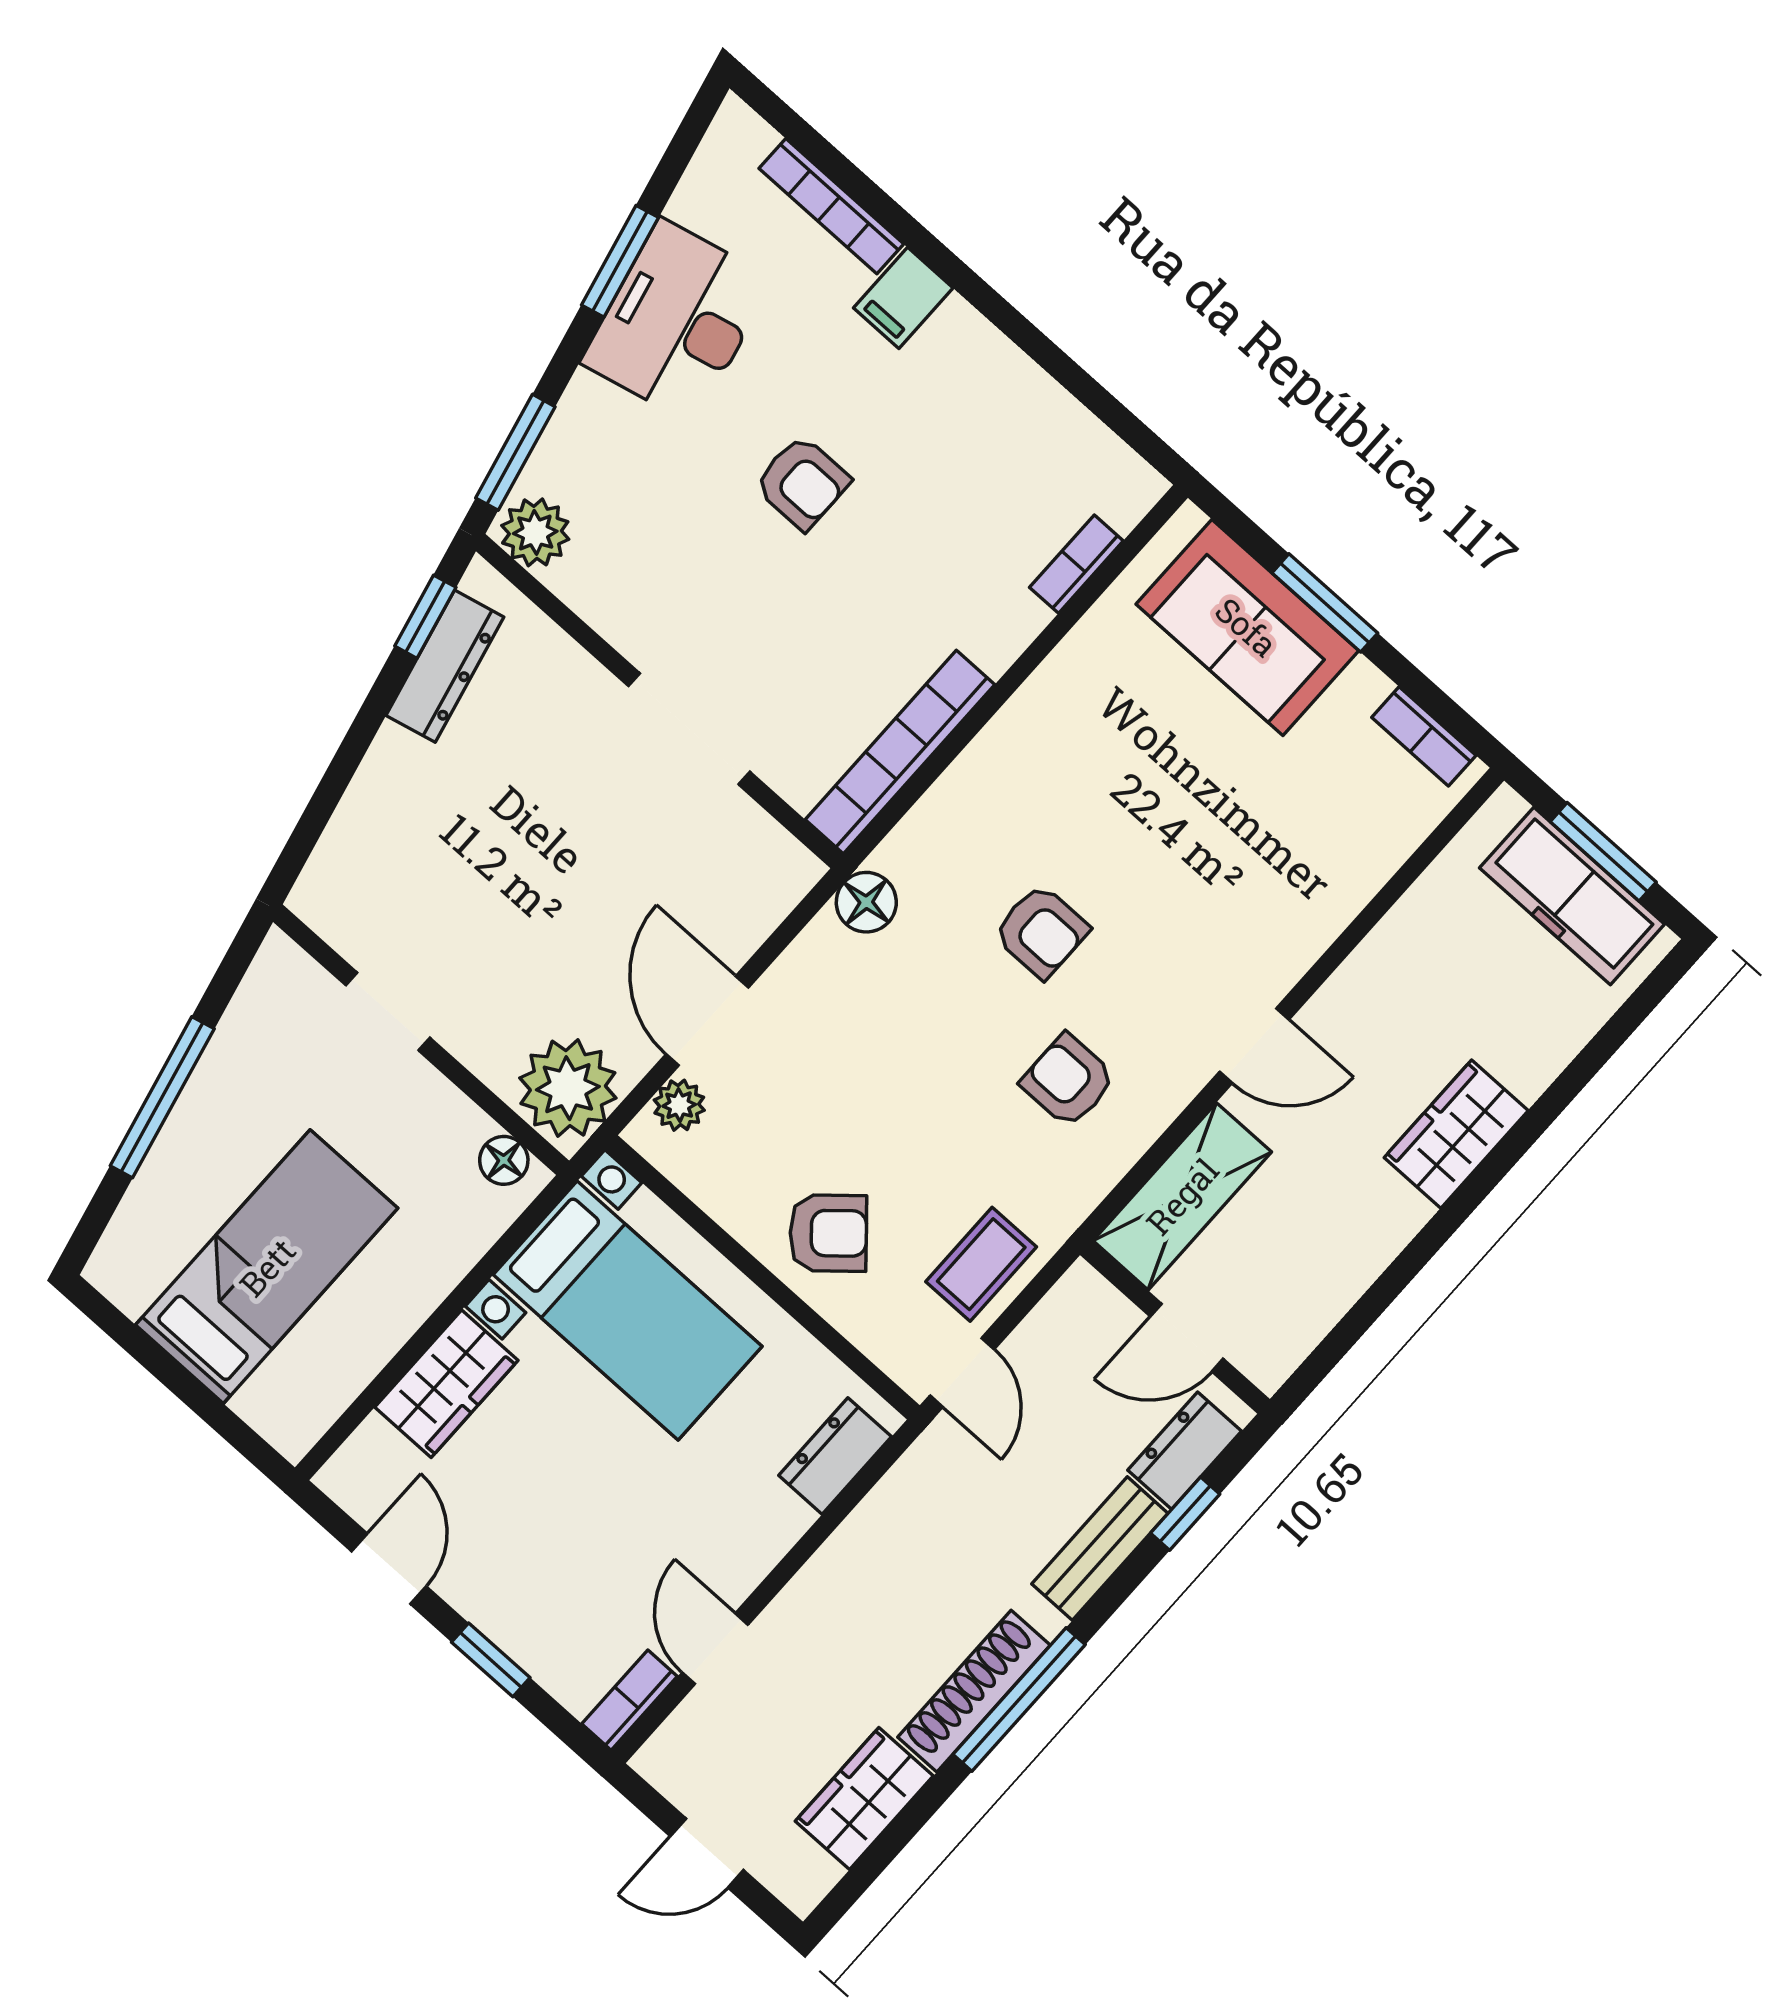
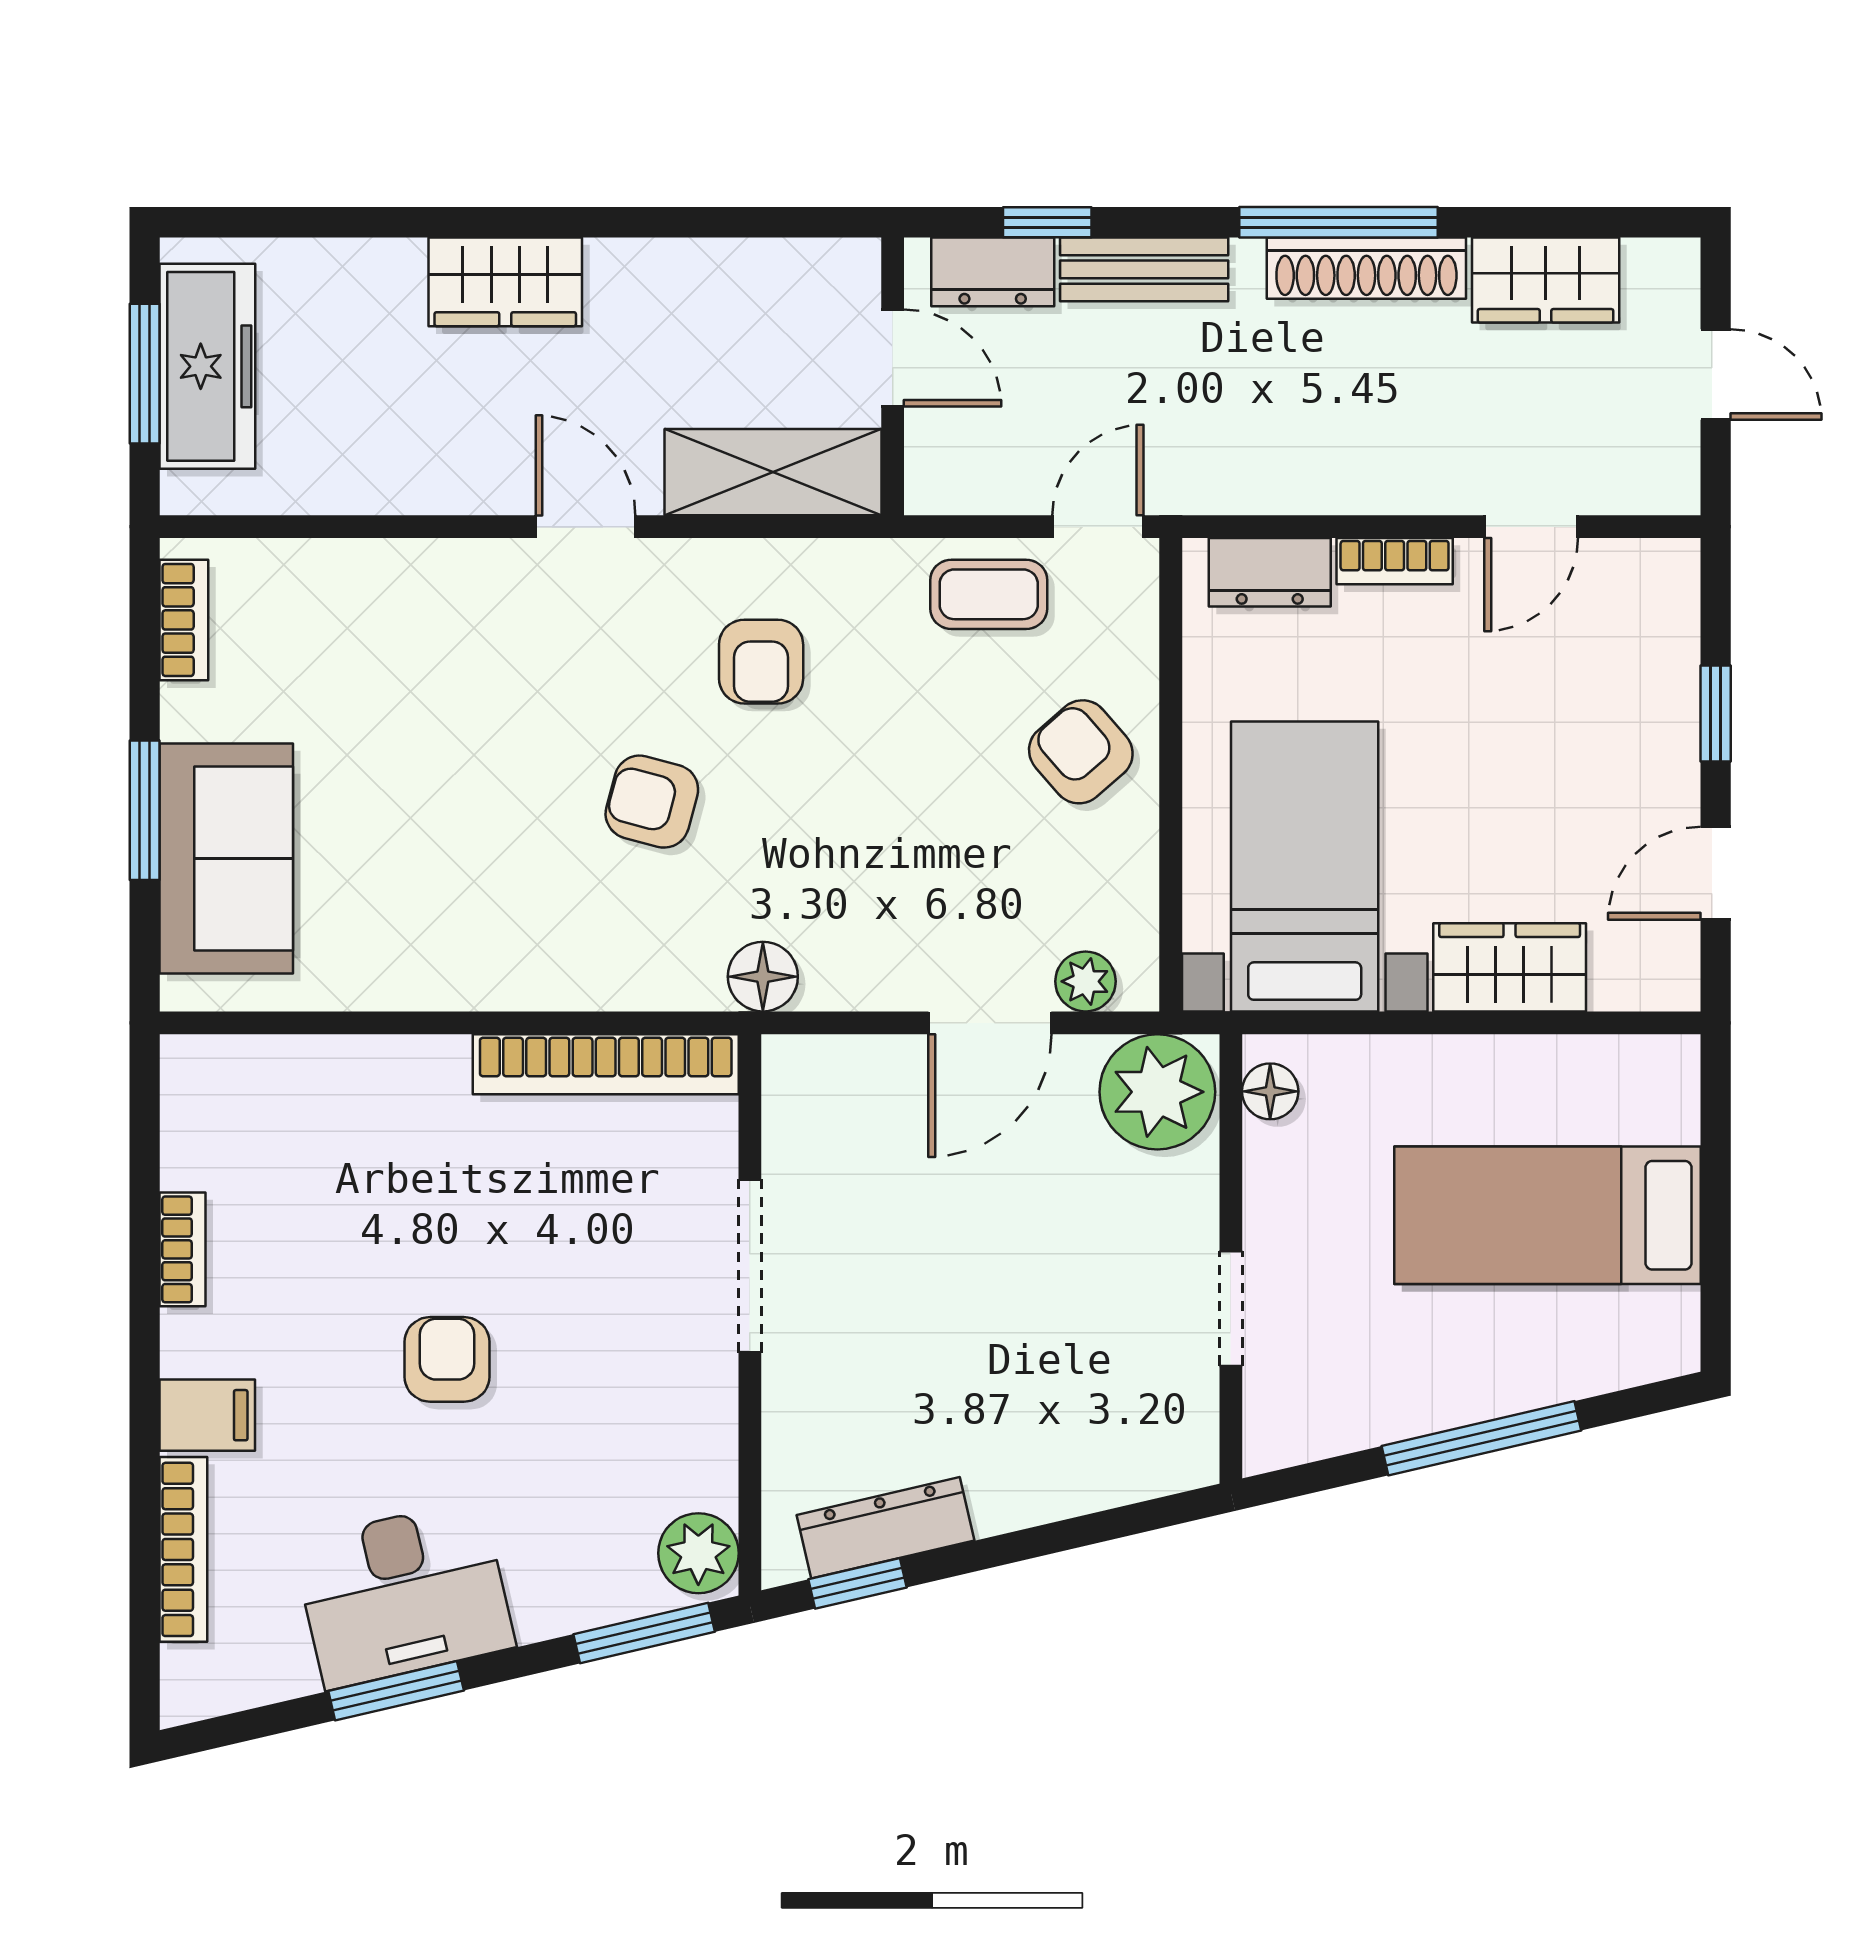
bookcase: (1076, 564) -> (183, 1249), moved, turned -90
armchair: (1041, 931) -> (652, 802), turned -75
bookcase: (630, 1700) -> (1395, 561), moved

